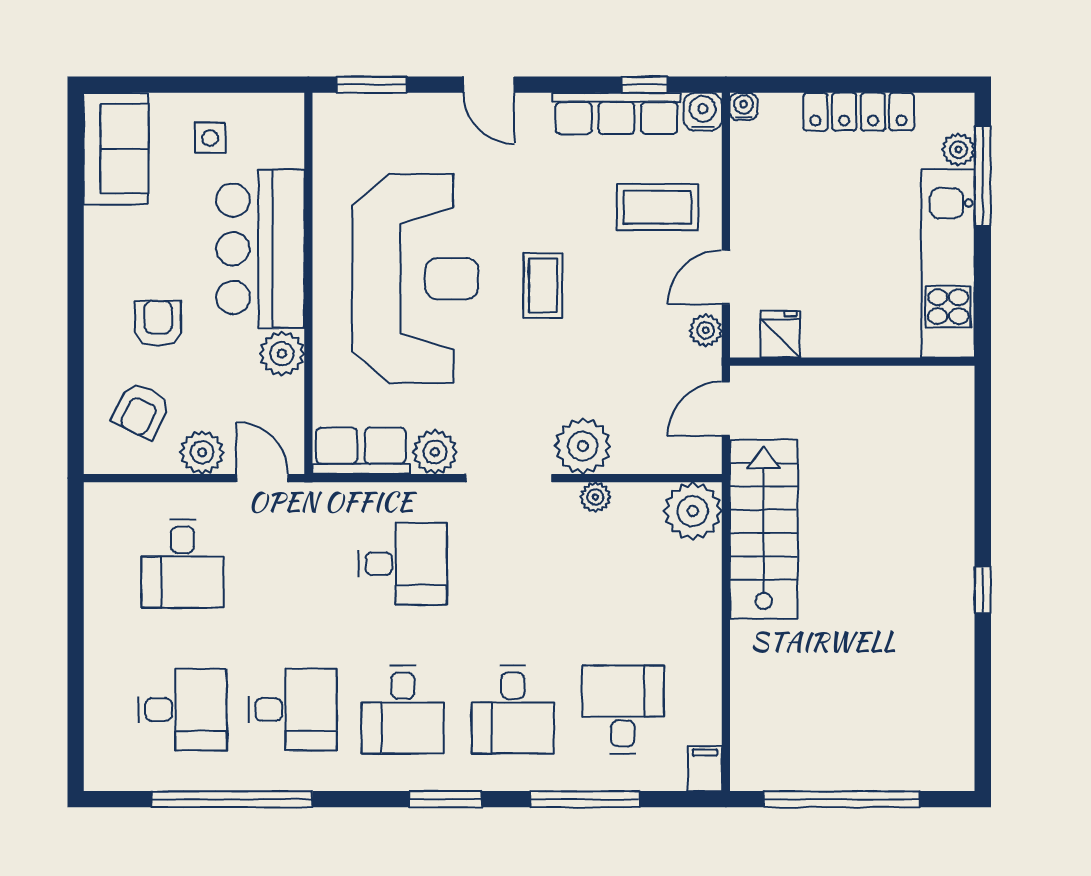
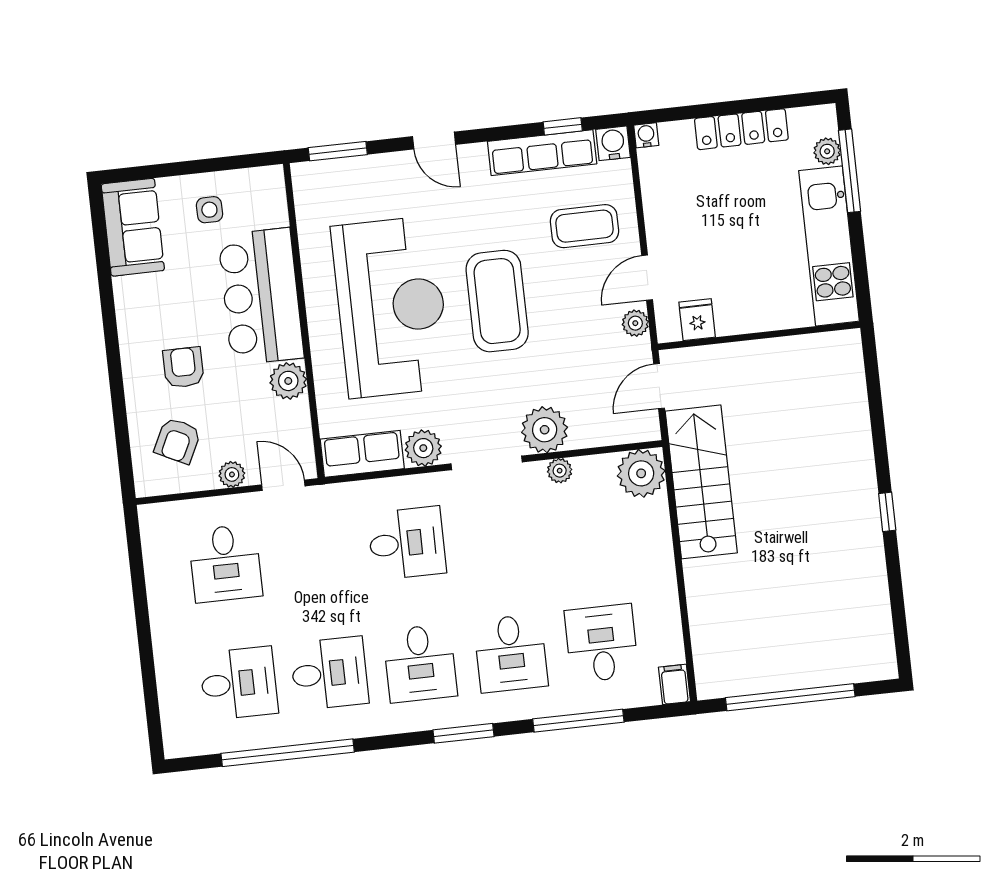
coffee table: (543, 285) -> (497, 301), width x1.86, depth x1.72
plant: (202, 452) -> (232, 474), width x0.73, depth x0.73

